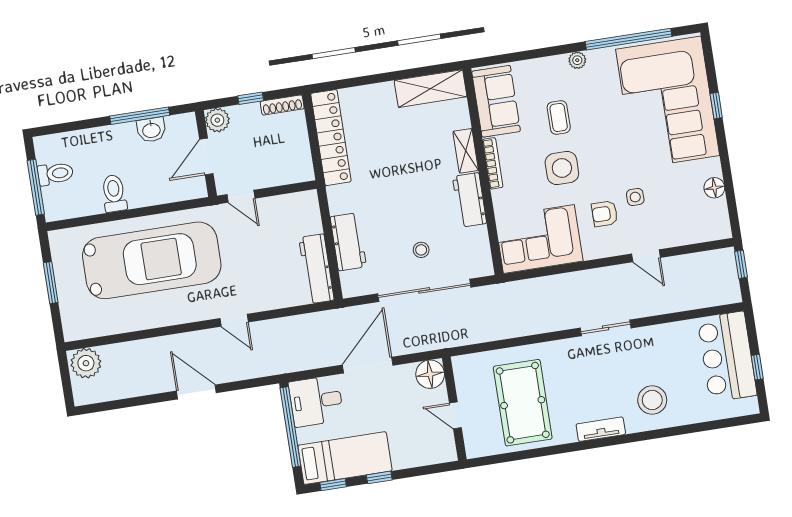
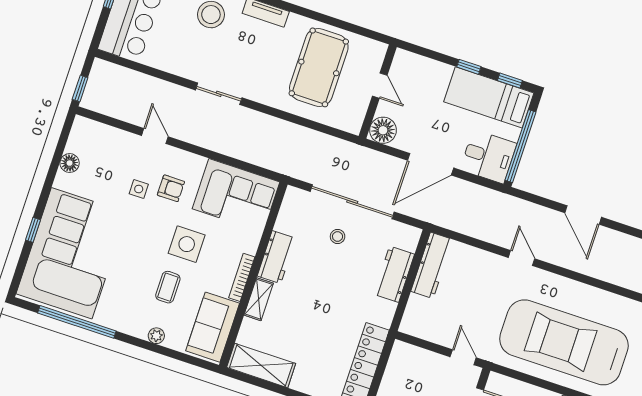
plant: (577, 60) -> (156, 336), moved

